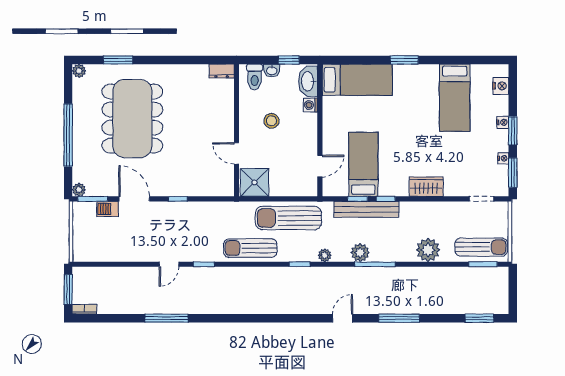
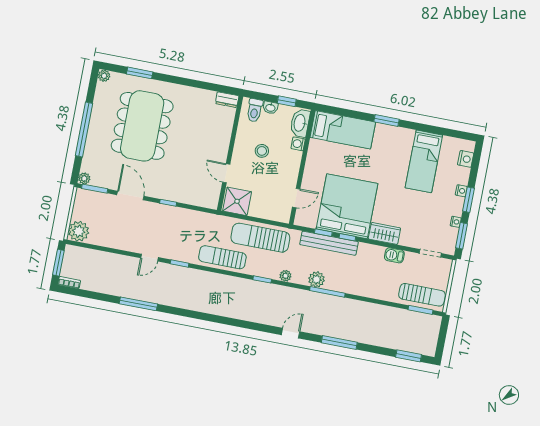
bed: (363, 164) -> (347, 206), width x2.04
barbecue: (108, 209) -> (394, 255), moved
plant: (428, 250) -> (79, 231), moved

